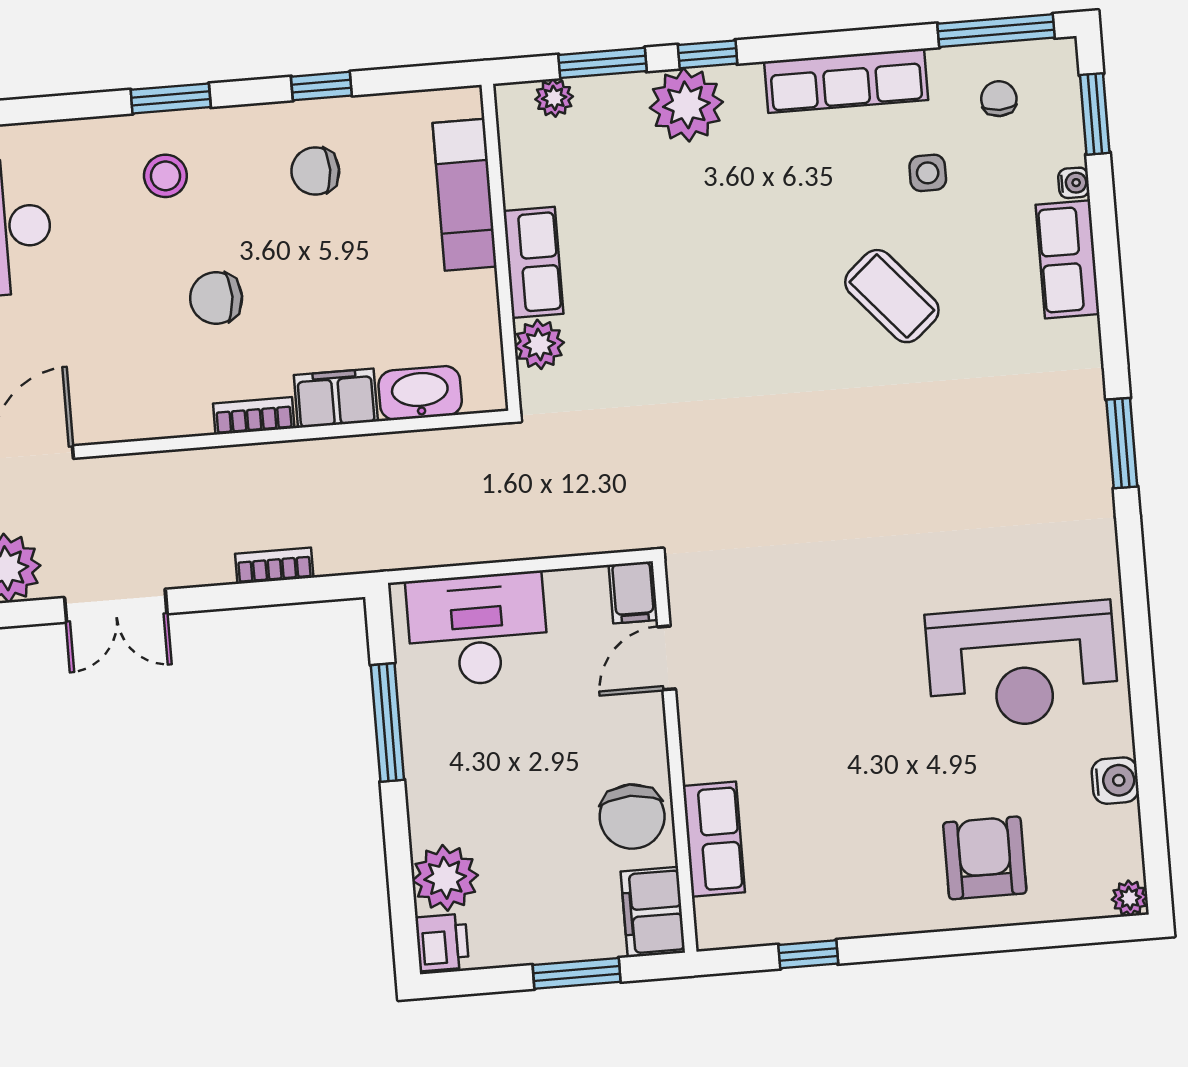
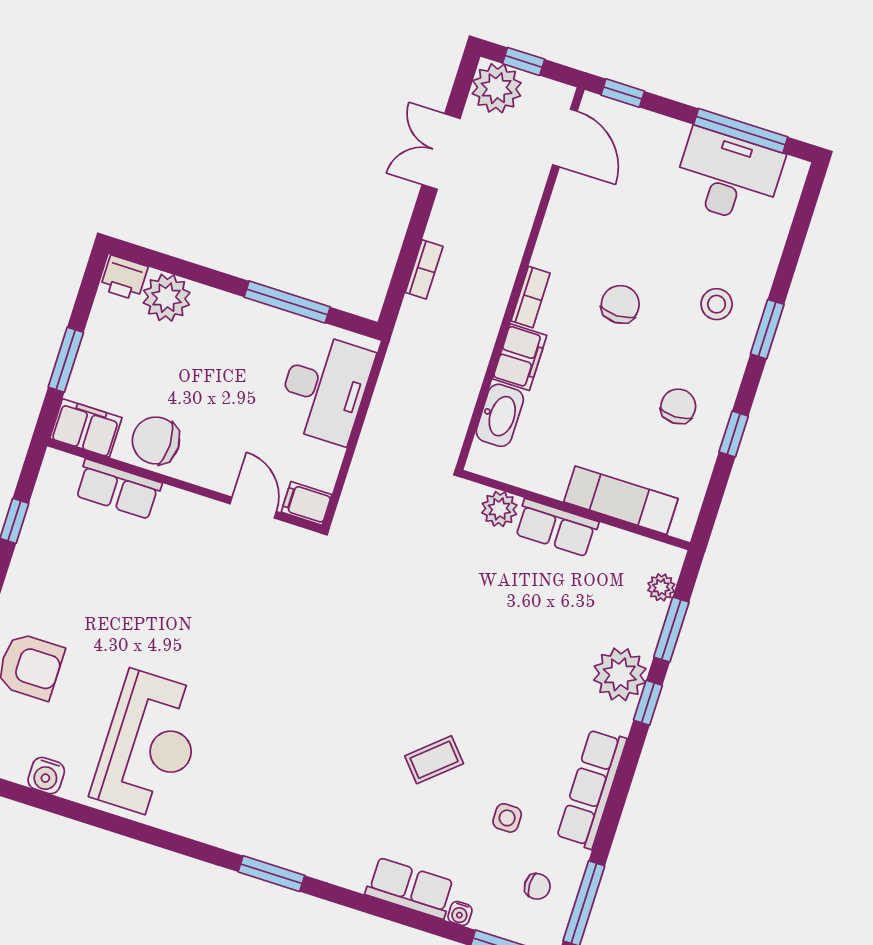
coffee table: (892, 296) -> (434, 760), width x0.73, depth x0.77
reception desk: (1022, 665) -> (150, 745), turned 180

